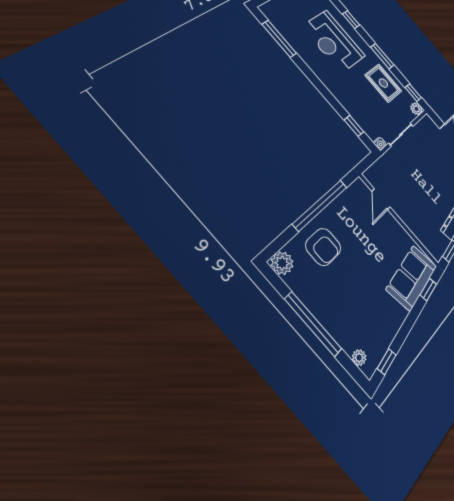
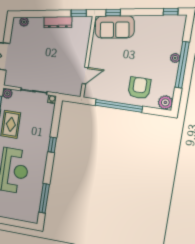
window: (354, 126) -> (52, 145), moved
plant: (359, 358) -> (175, 58), moved

